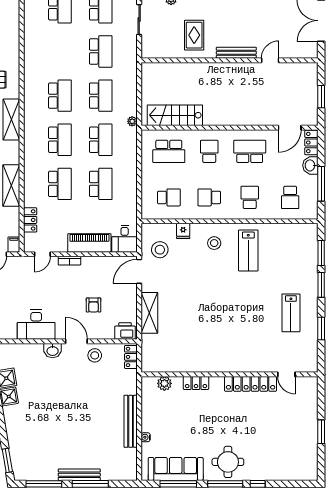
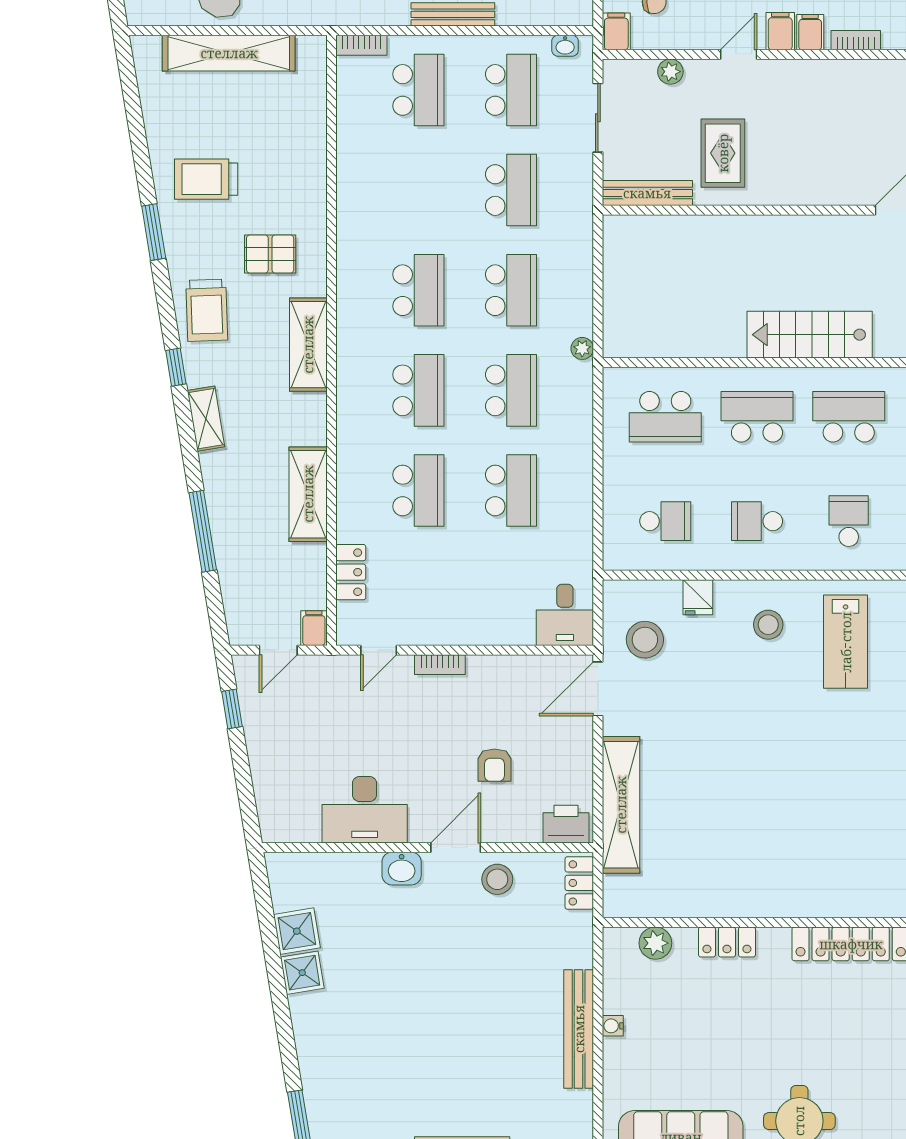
bench: (236, 53) -> (647, 193), moved
stairs: (175, 115) -> (810, 335), moved
school desk: (209, 151) -> (757, 417), width x1.85
piano: (89, 243) -> (485, 624), removed
shelving: (149, 313) -> (621, 805), width x1.47
door: (76, 341) -> (456, 848), hinge flipped
water cooler: (146, 437) -> (613, 1026), moved

